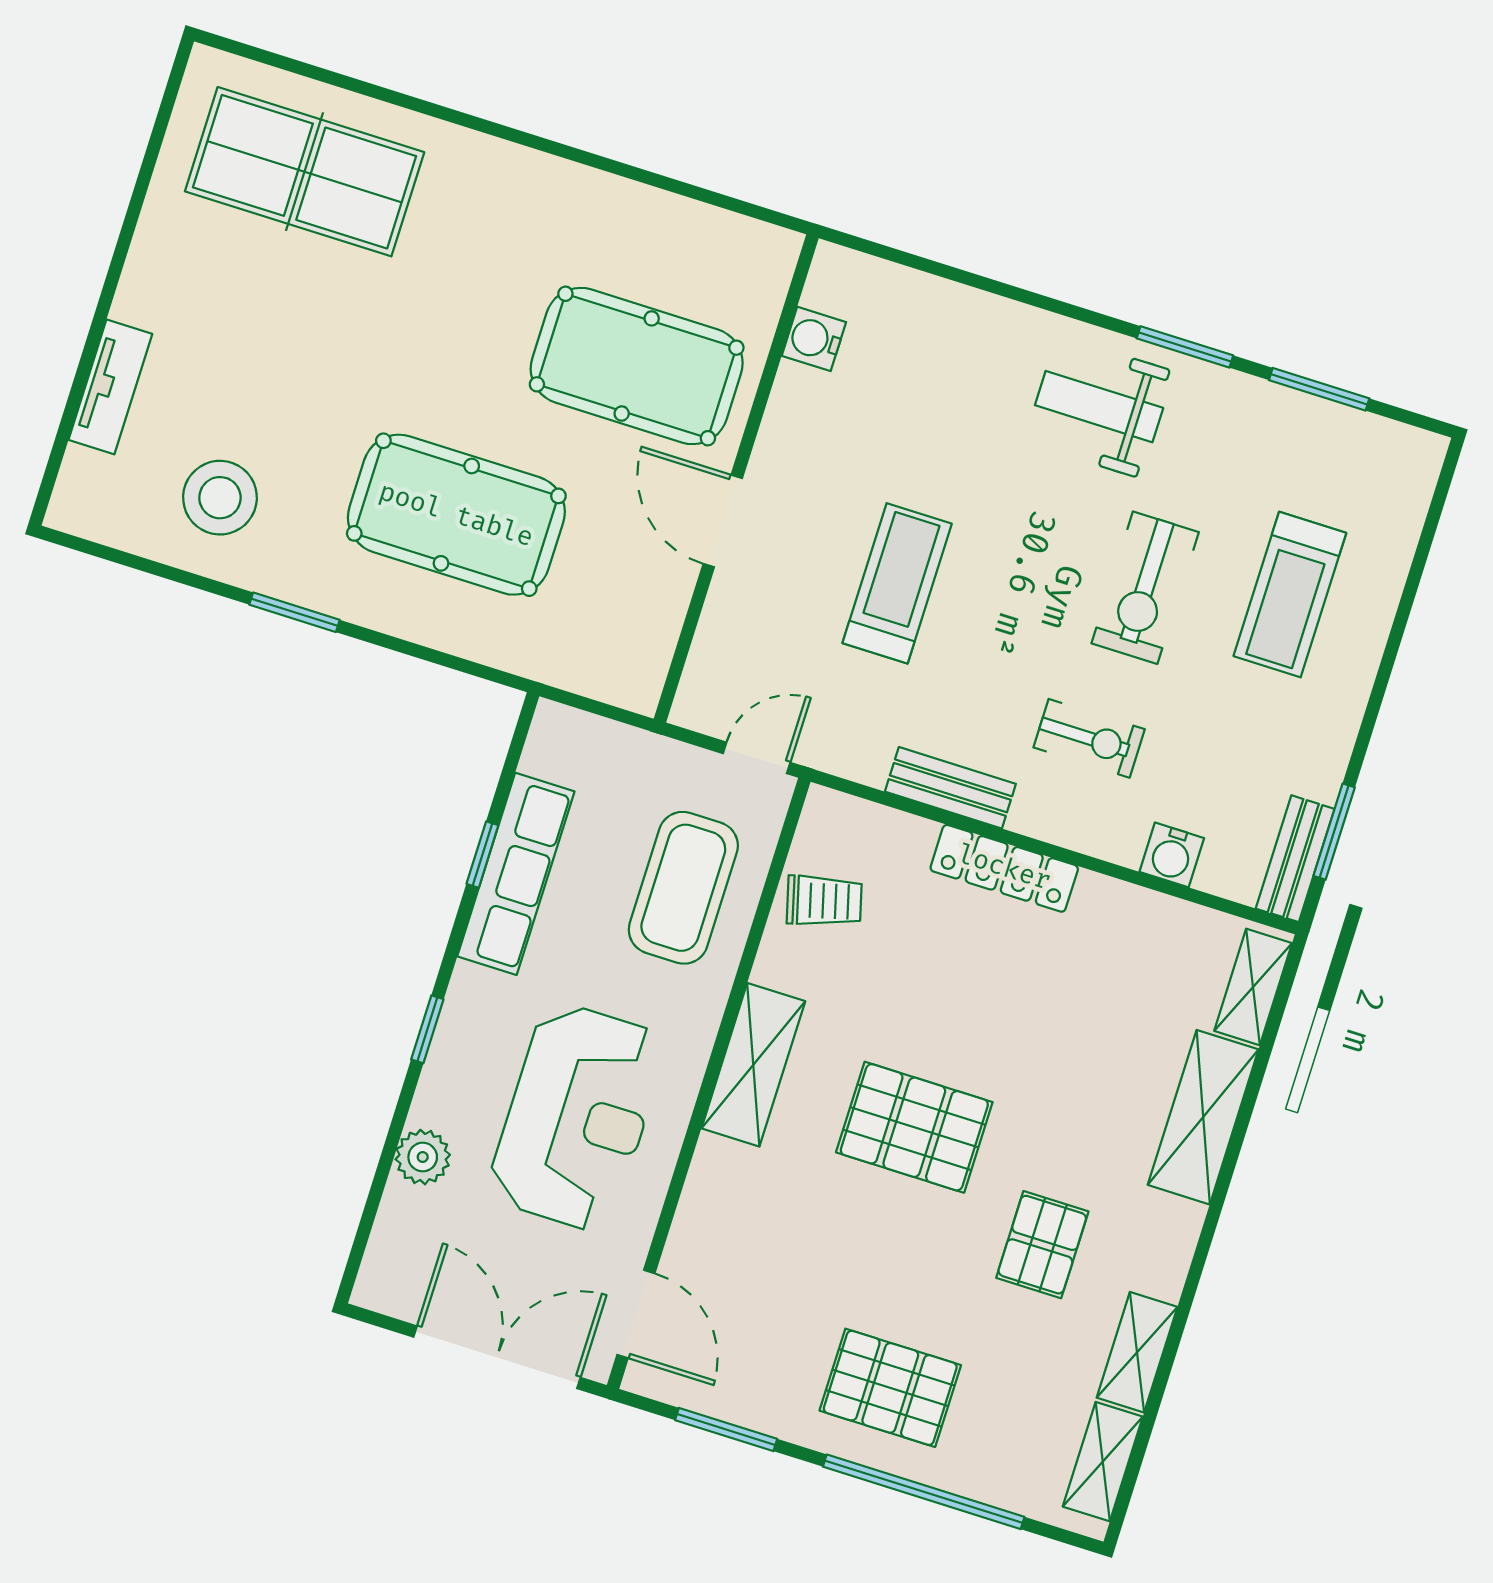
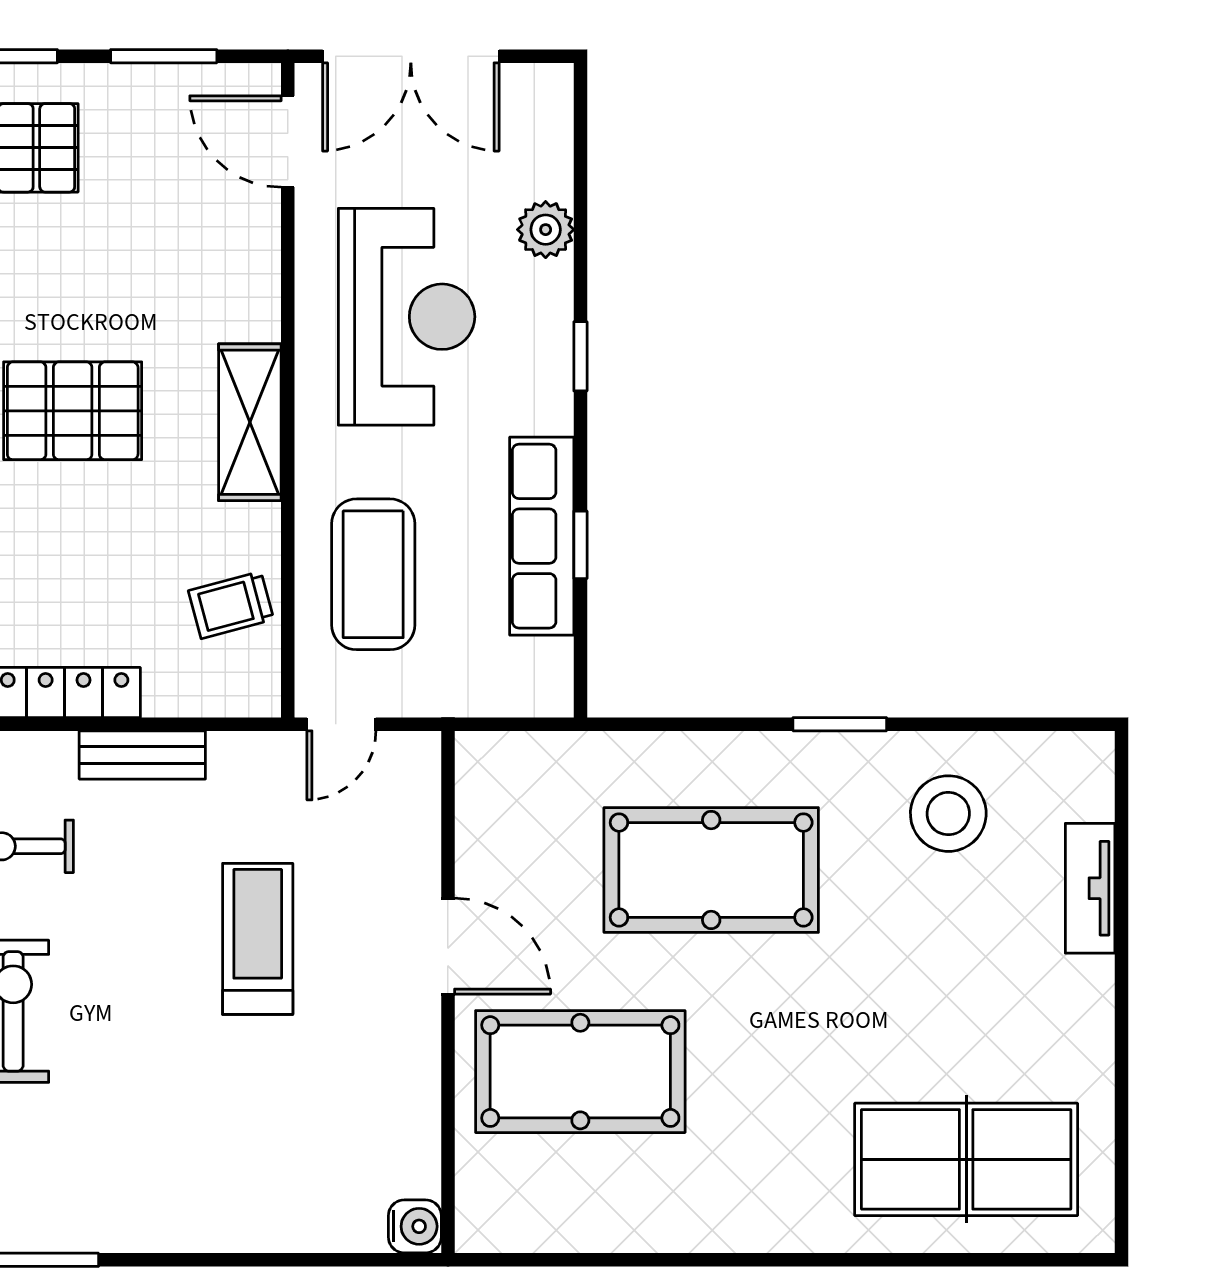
water cooler: (814, 339) -> (415, 1226), moved
weight bench: (1099, 407) -> (114, 1175), removed
treadmill: (897, 583) -> (258, 939), turned 180
reception desk: (577, 1117) -> (407, 317), turned 180

